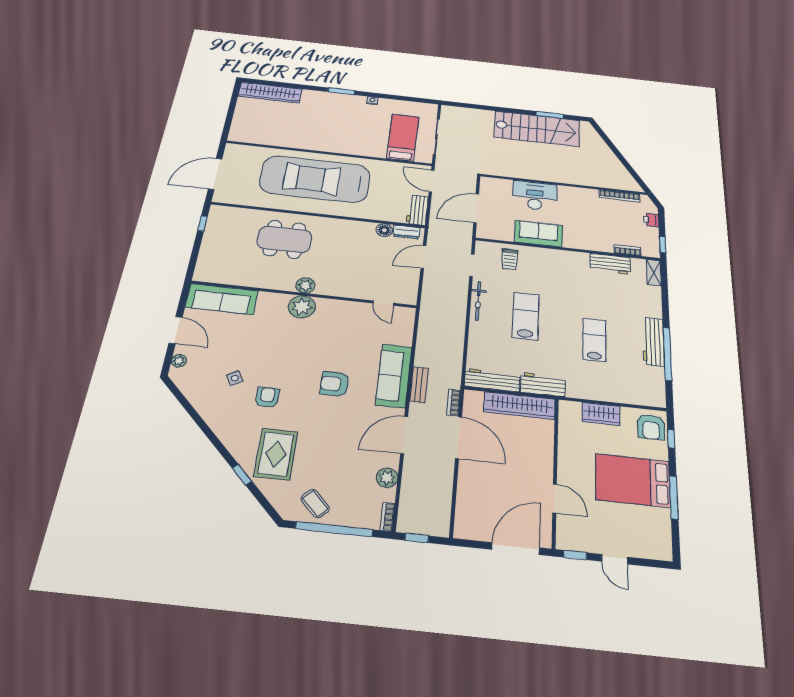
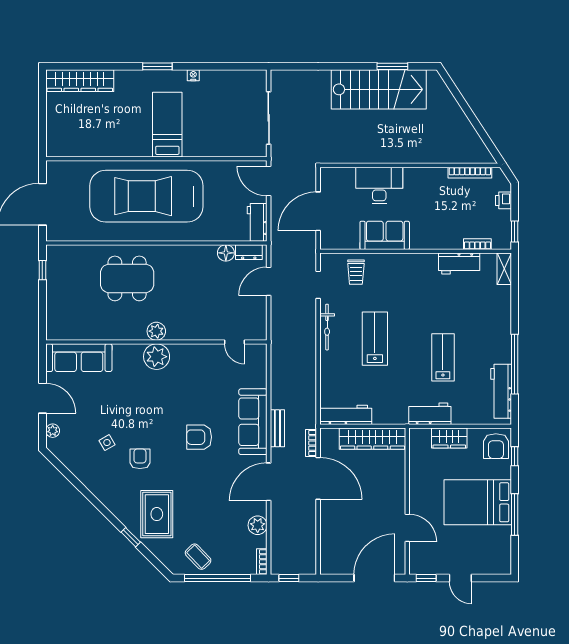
bed: (403, 138) -> (167, 125), moved
workbench: (653, 341) -> (501, 391), moved
workbench: (543, 385) -> (430, 414), moved

